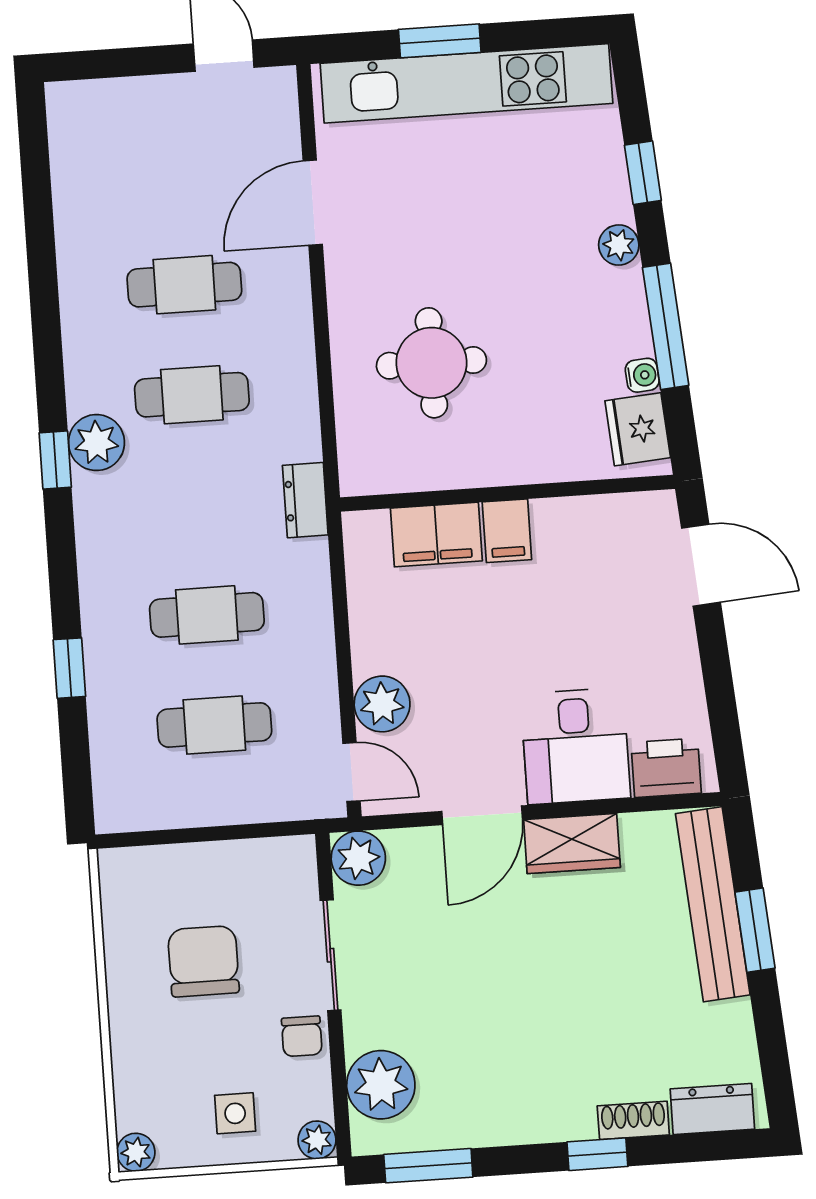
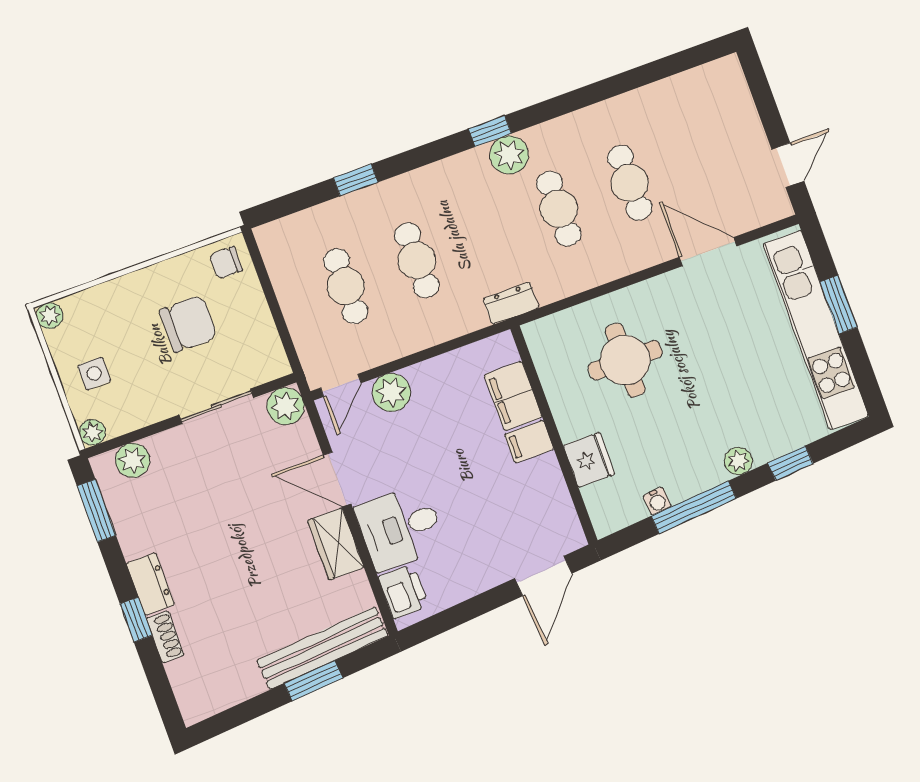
fridge: (638, 429) -> (589, 460), moved, turned 95
chair: (302, 1036) -> (226, 263), moved
plant: (381, 1085) -> (133, 460), width x0.73, depth x0.73
dresser: (712, 1109) -> (150, 584), moved

